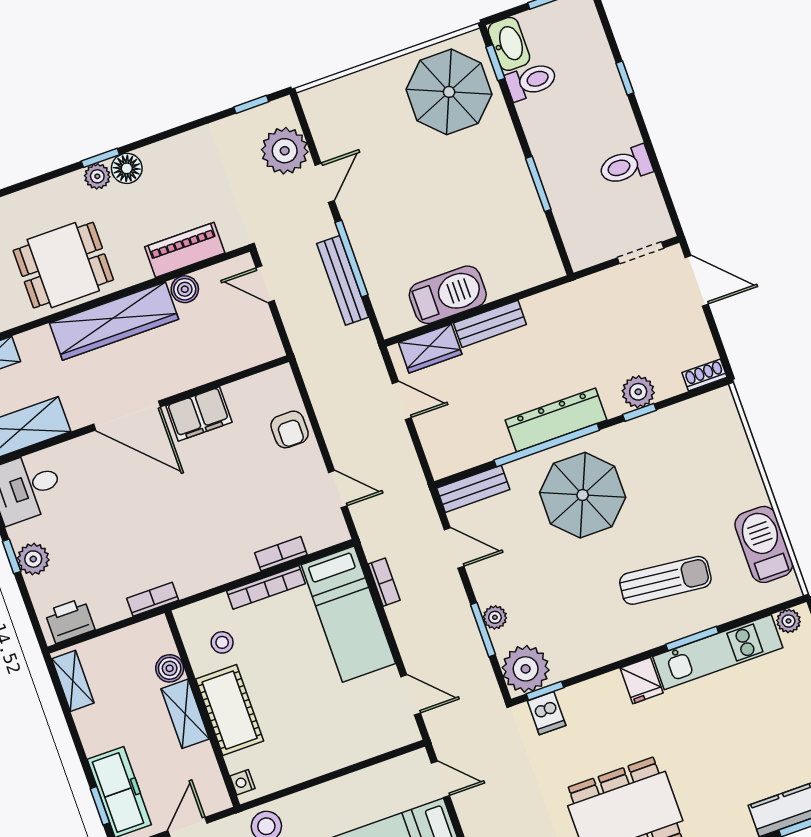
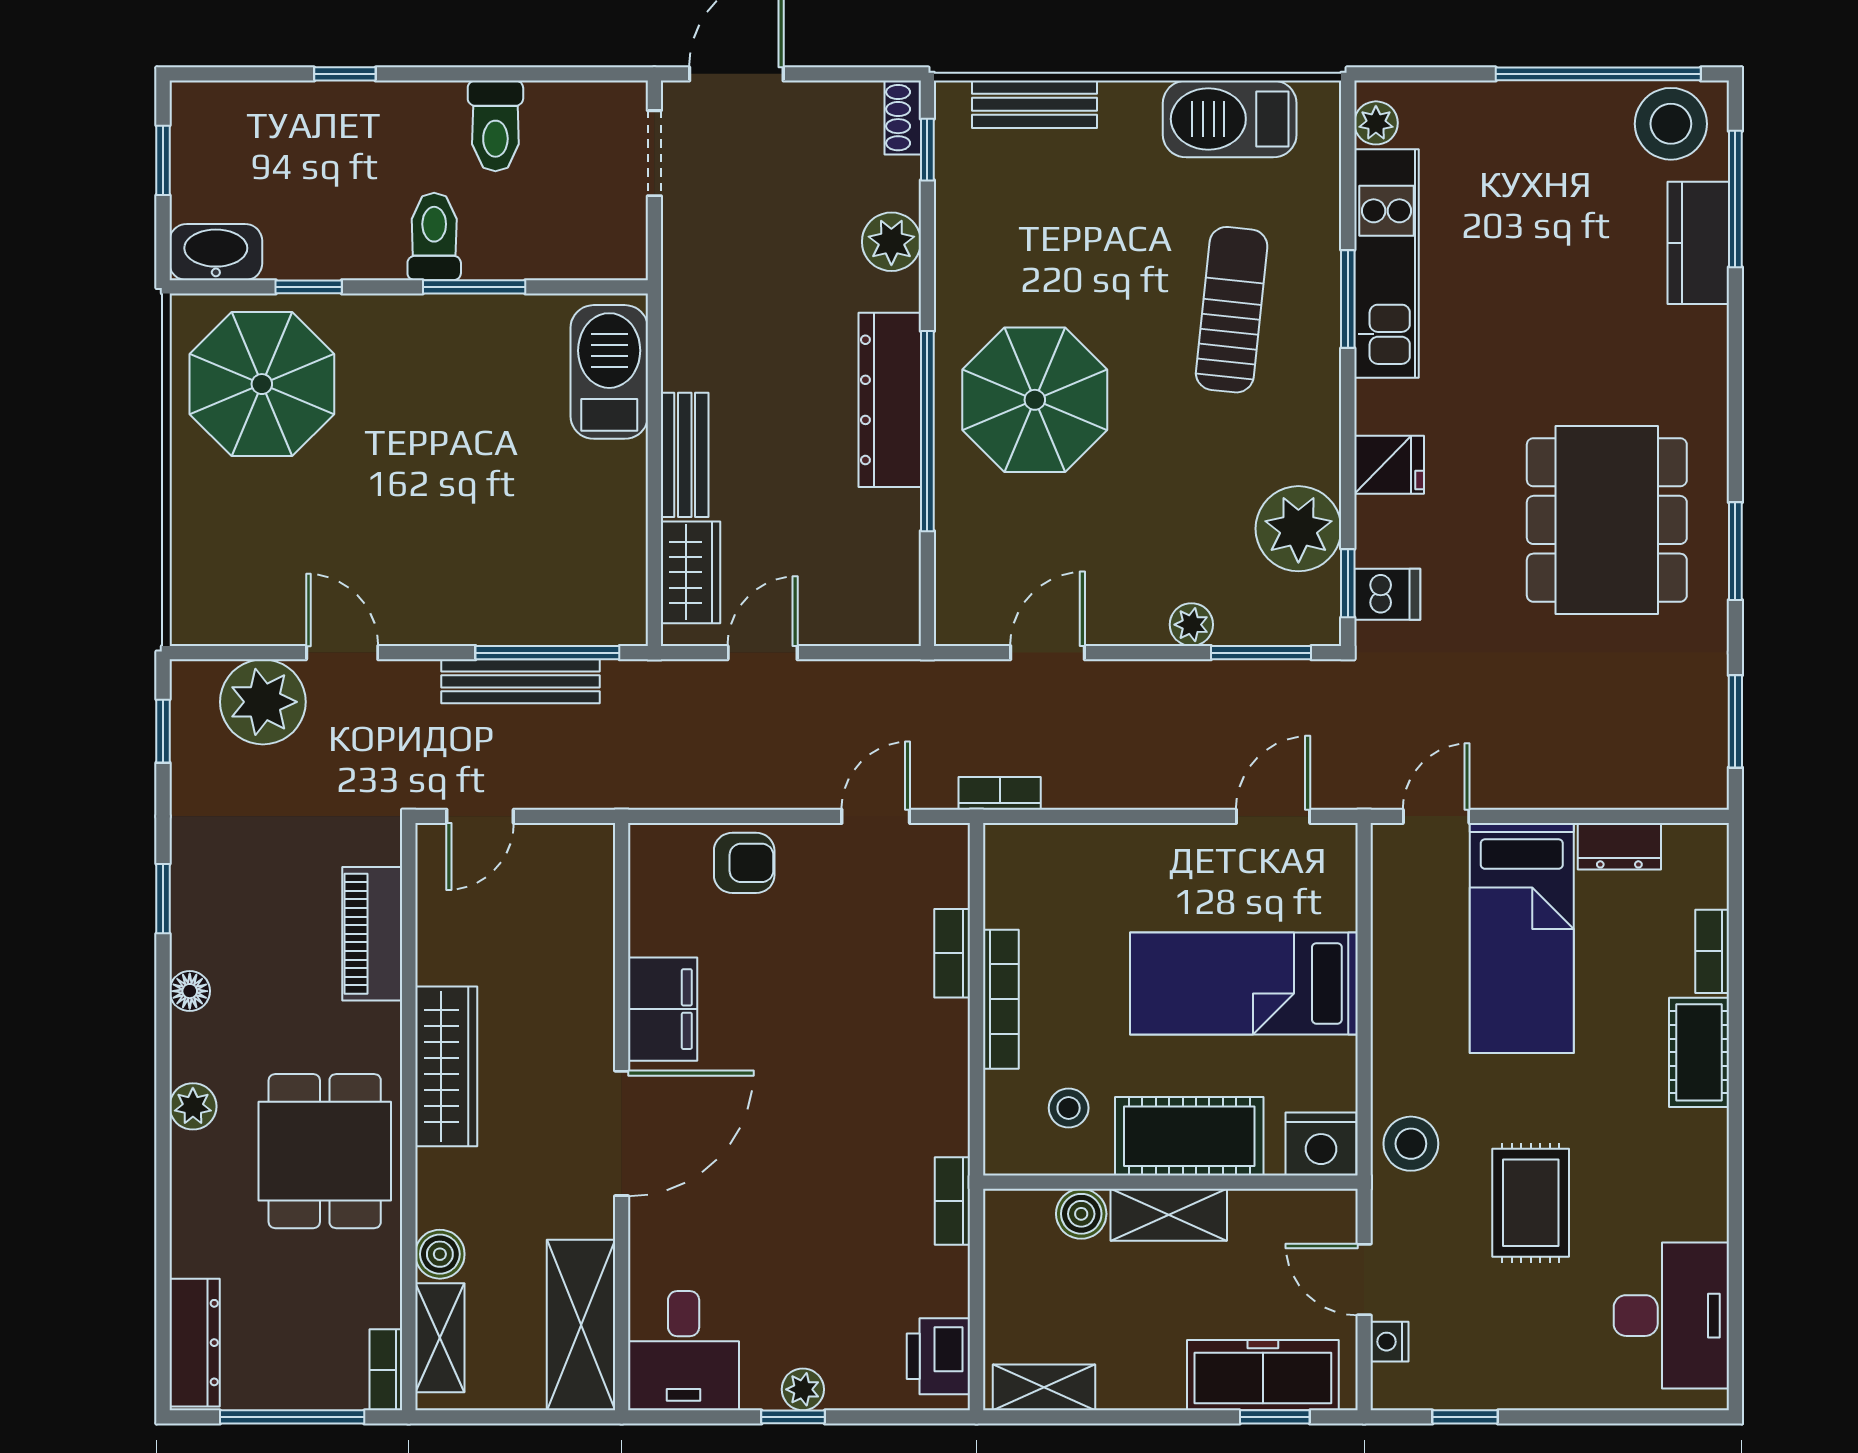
window: (495, 63) -> (309, 287), moved
toilet: (531, 81) -> (434, 236), moved
window: (100, 158) -> (163, 899), moved
floor lamp: (127, 168) -> (190, 991), width x0.73, depth x0.73
plant: (97, 176) -> (193, 1106), moved
window: (352, 259) -> (547, 653), moved
boiler: (185, 289) -> (440, 1254), moved
barbecue: (448, 295) -> (609, 372), moved
wardrobe: (114, 321) -> (446, 1066), width x0.71, depth x0.85
window: (640, 412) -> (927, 150), moved
bench: (473, 489) -> (1035, 104), moved, turned 90
plant: (33, 559) -> (803, 1389), width x0.73, depth x0.73
bookcase: (384, 582) -> (1000, 793), moved
bed: (348, 614) -> (1244, 983), moved, turned 180
window: (483, 630) -> (1261, 653), moved
plant: (526, 669) -> (1298, 529), moved
fridge: (642, 681) -> (1389, 465), moved
nightstand: (242, 782) -> (1321, 1144), width x1.89, depth x1.79

